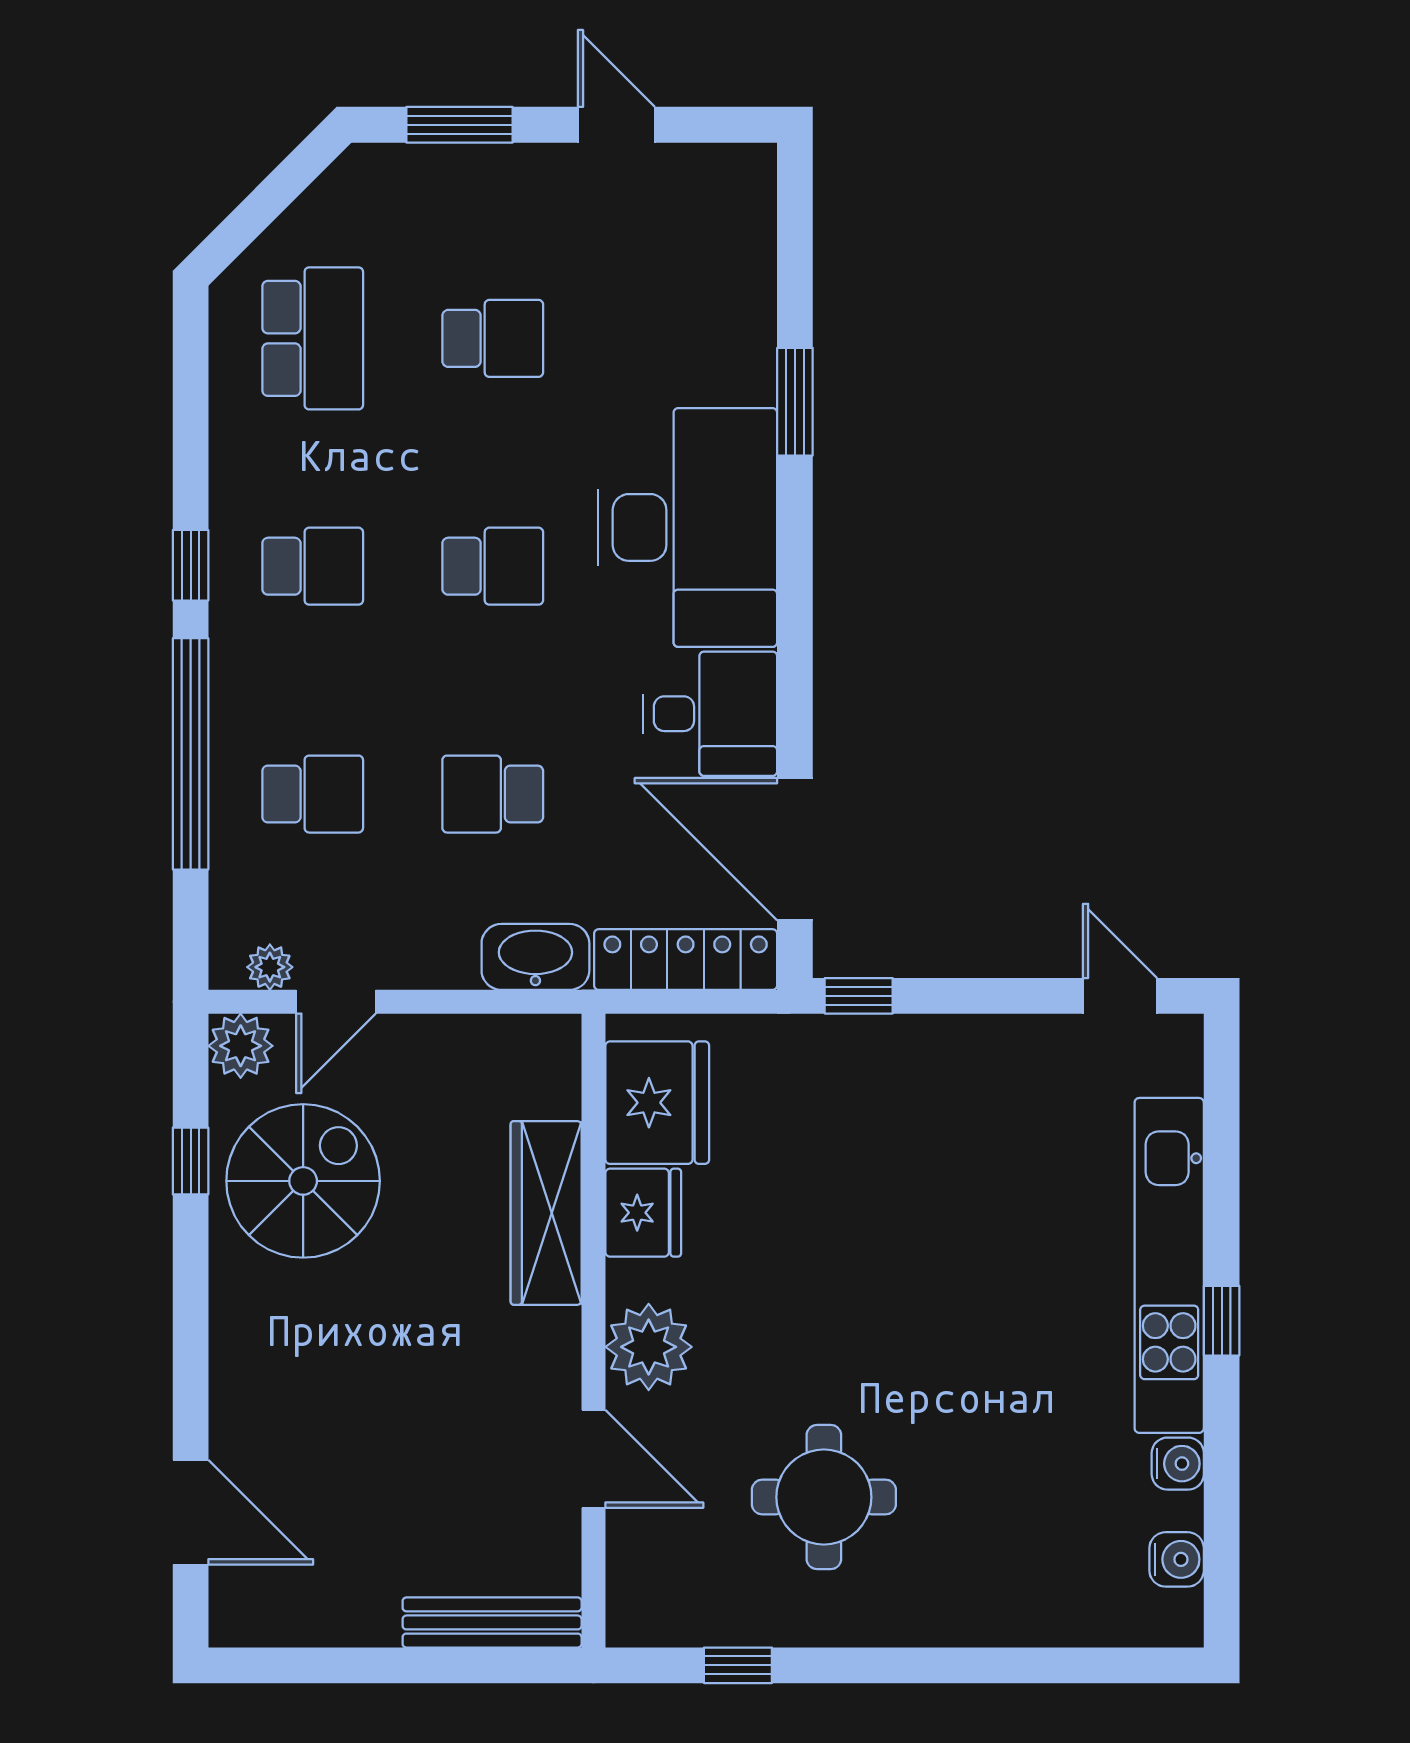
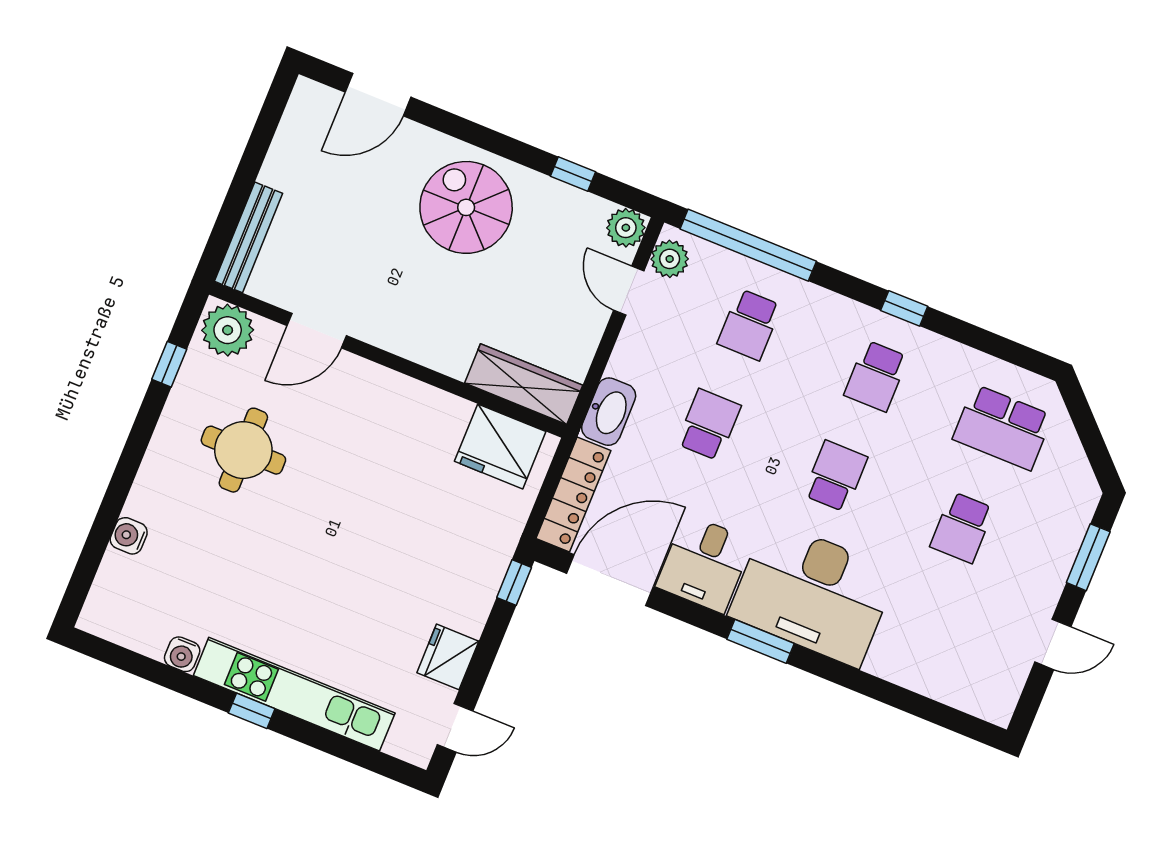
window: (795, 402) -> (761, 641), moved
school desk: (493, 566) -> (835, 476), turned 180
window: (191, 754) -> (748, 245), moved
plant: (270, 967) -> (670, 259), width x1.38, depth x1.38
spiral stairs: (303, 1181) -> (466, 207), moved, turned 180
wardrobe: (546, 1213) -> (524, 384), moved
fridge: (643, 1213) -> (448, 657), moved, turned 90
plant: (649, 1347) -> (228, 330), moved
water cooler: (1177, 1559) -> (129, 536), moved, turned 90

